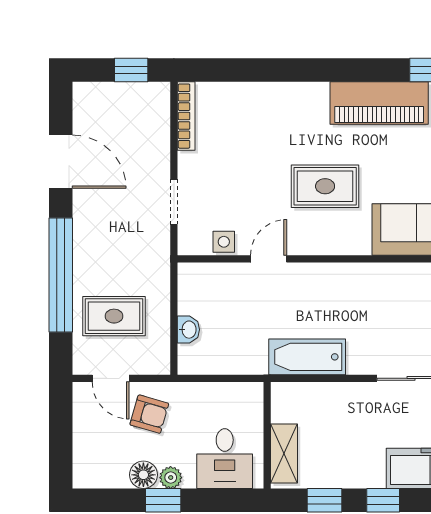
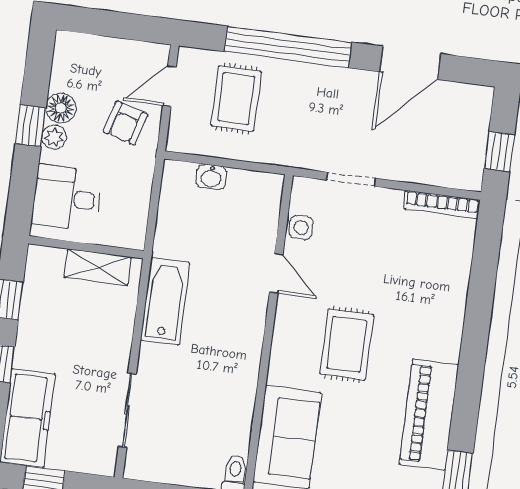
shelving: (284, 453) -> (98, 267), moved

